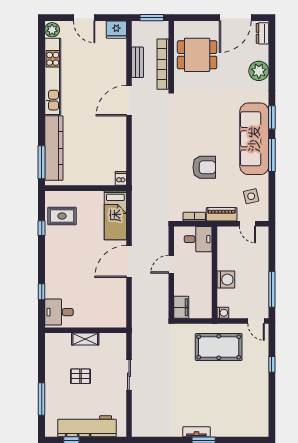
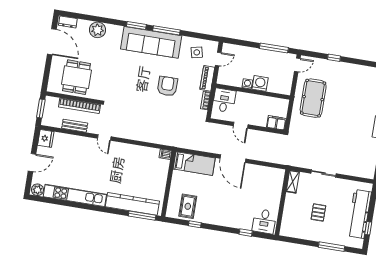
door: (129, 101) -> (104, 138), width x0.53
washing machine: (223, 313) -> (247, 84), moved
shelving: (85, 339) -> (293, 182), moved

